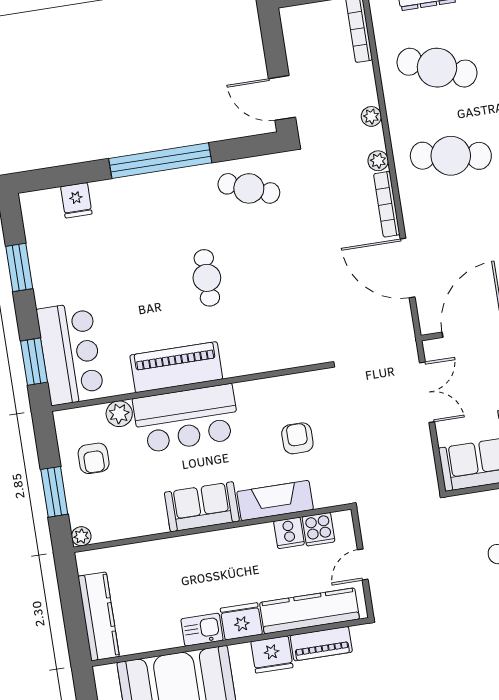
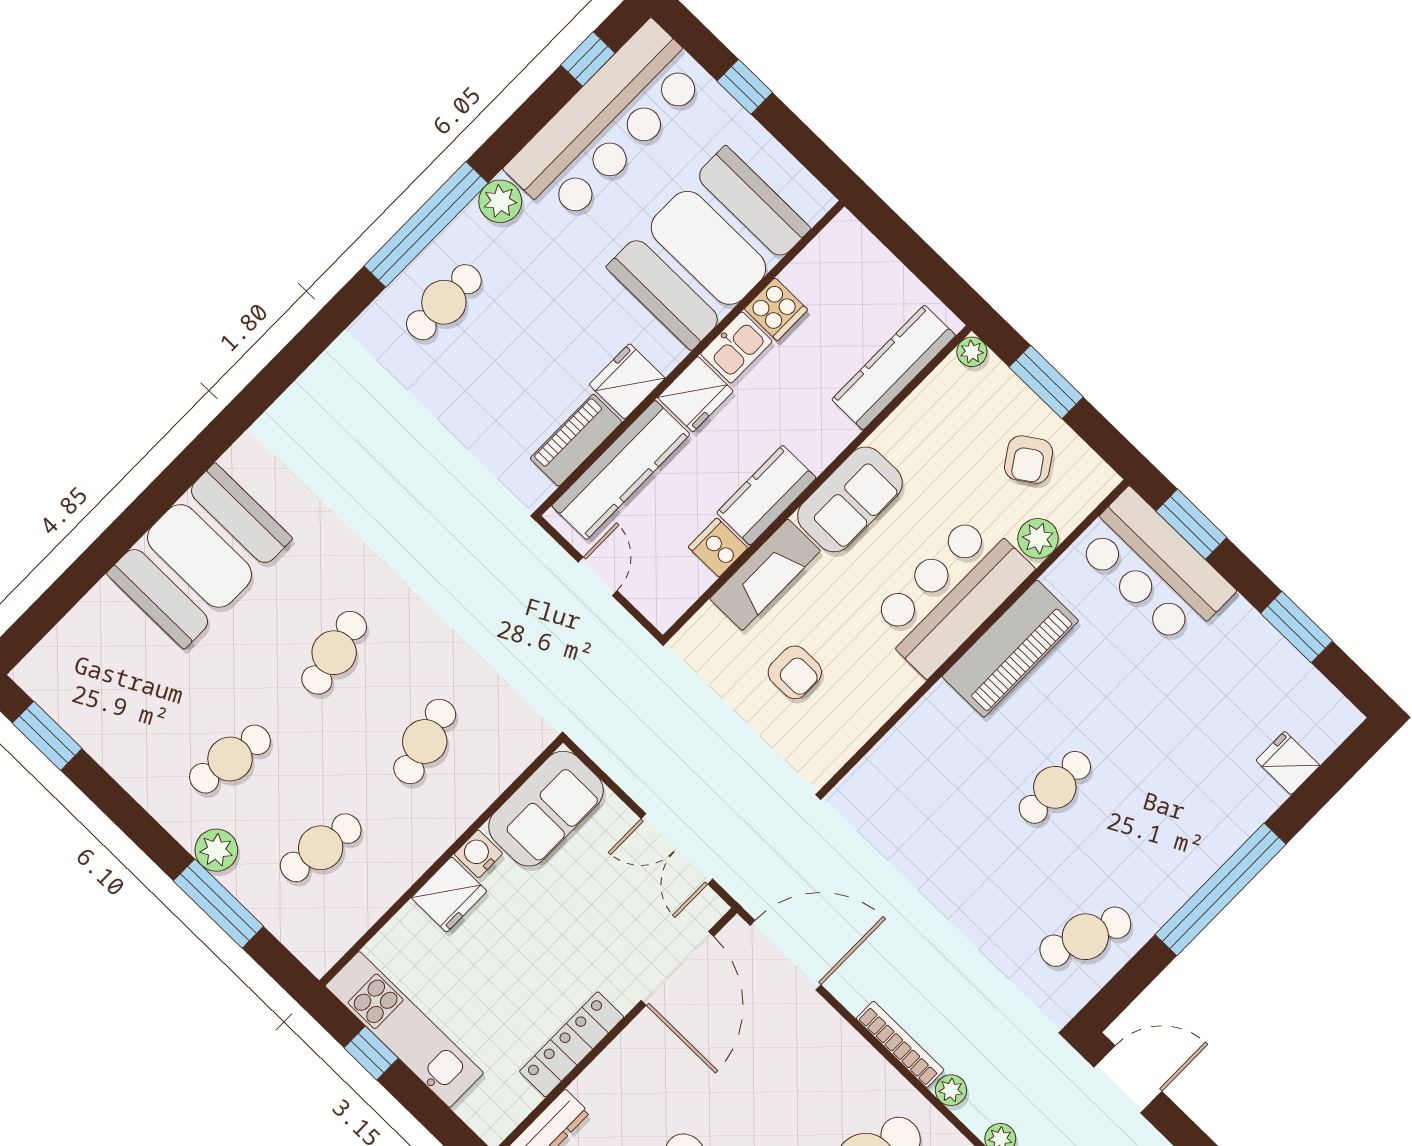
door: (408, 268) -> (785, 955), moved
cafe table: (207, 278) -> (1055, 787), turned 90
armchair: (94, 458) -> (1029, 460), turned -124
cooker: (318, 529) -> (776, 309), moved, turned 180
kitchen counter: (244, 541) -> (766, 495), added
kitchen counter: (99, 616) -> (894, 367), moved, turned 90

